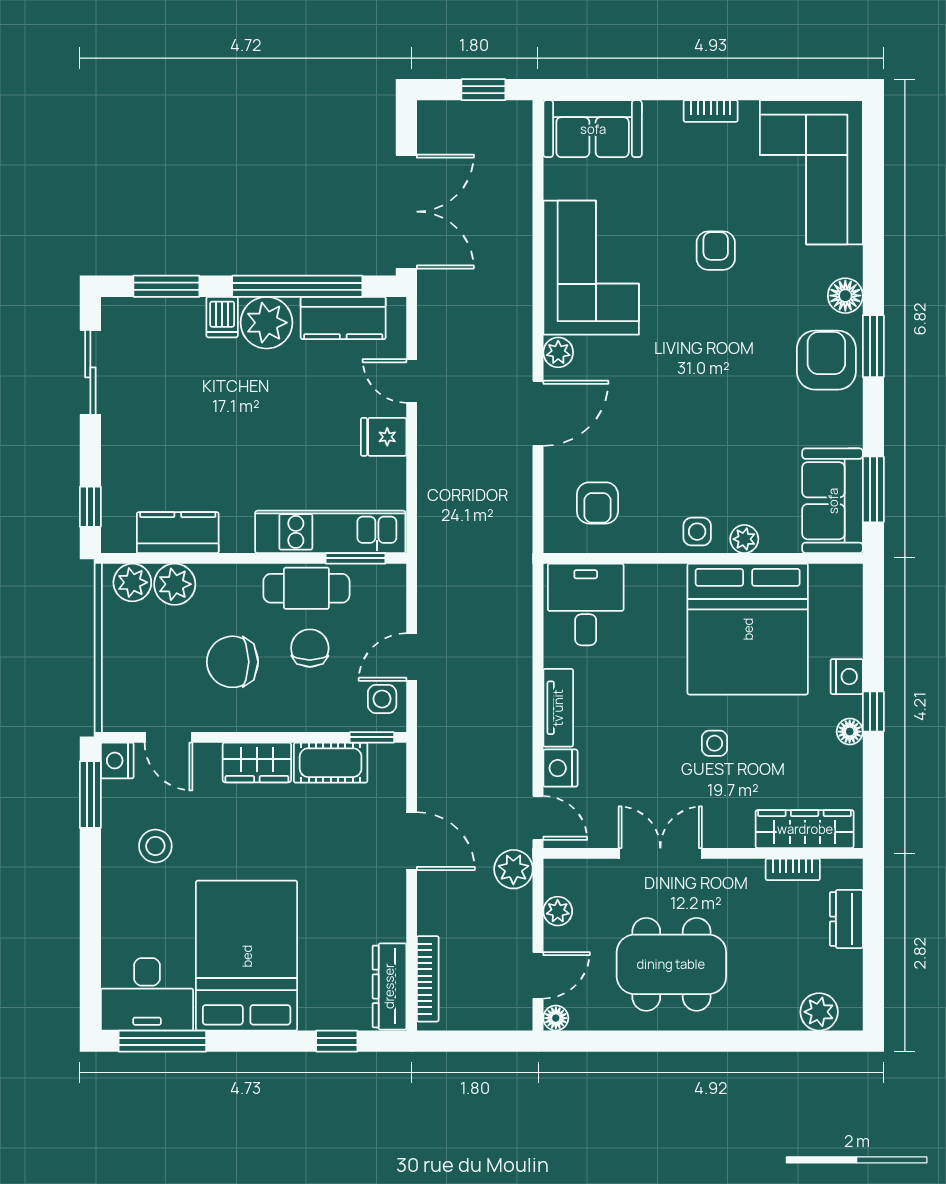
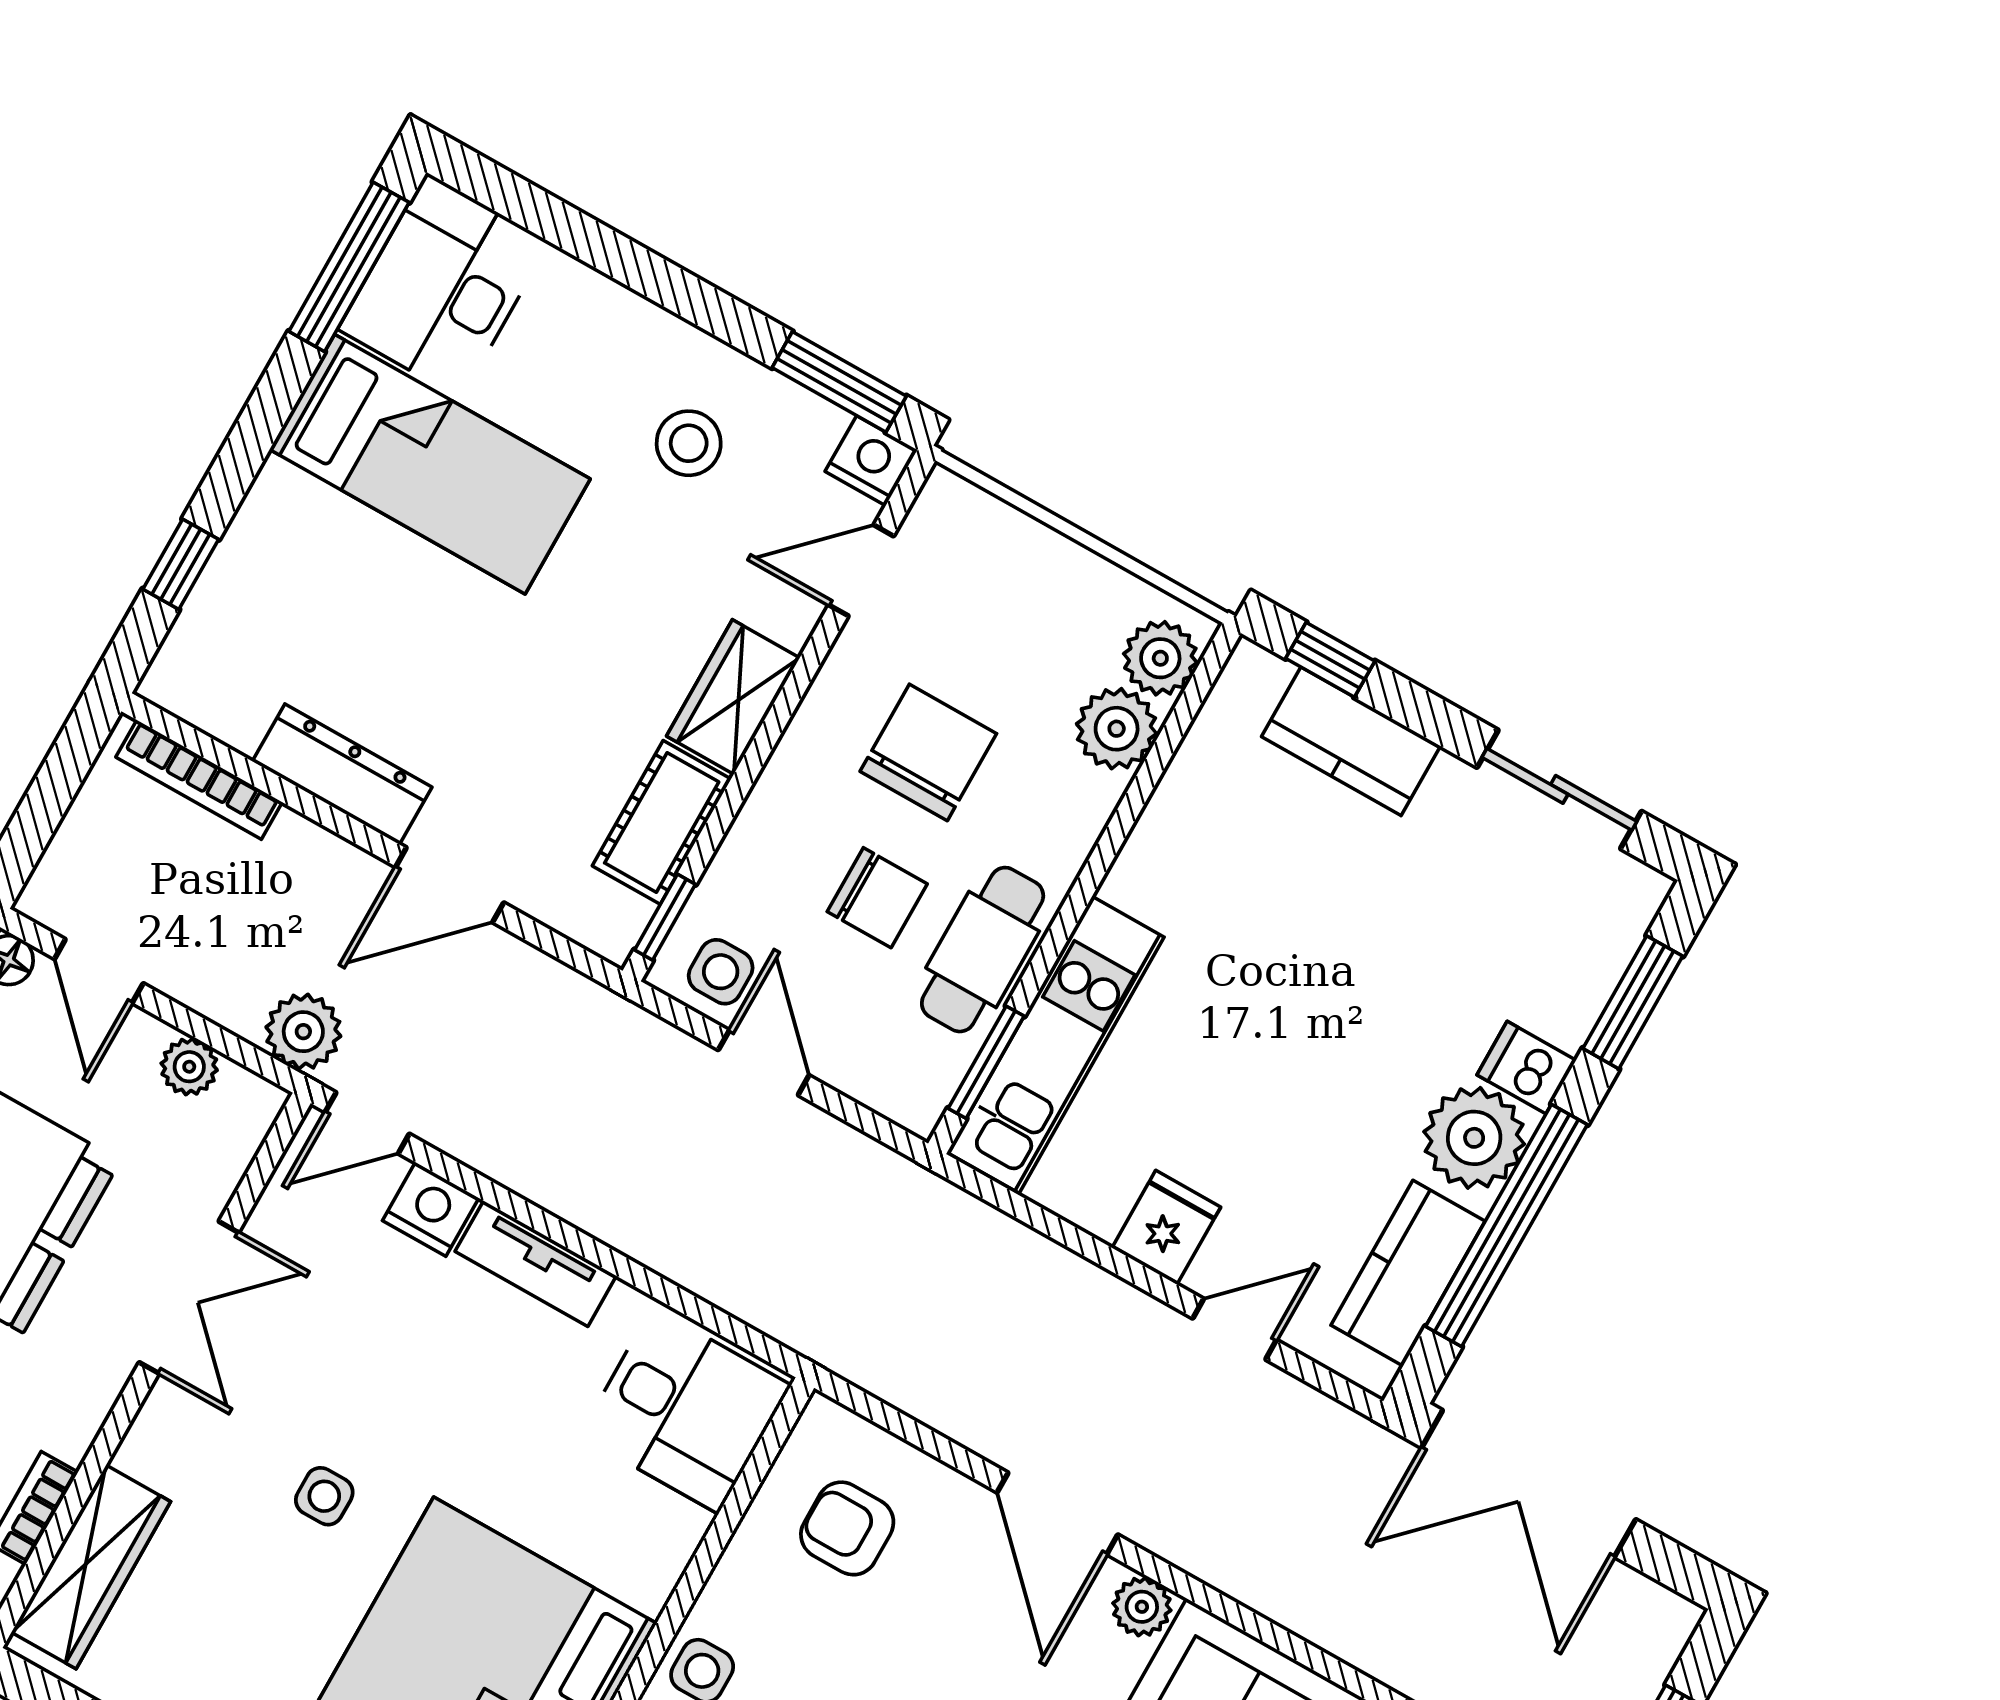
kitchen counter: (178, 533) -> (1351, 741), moved, turned 90
bed: (247, 956) -> (430, 464), width x0.67
dresser: (389, 986) -> (342, 774), moved

